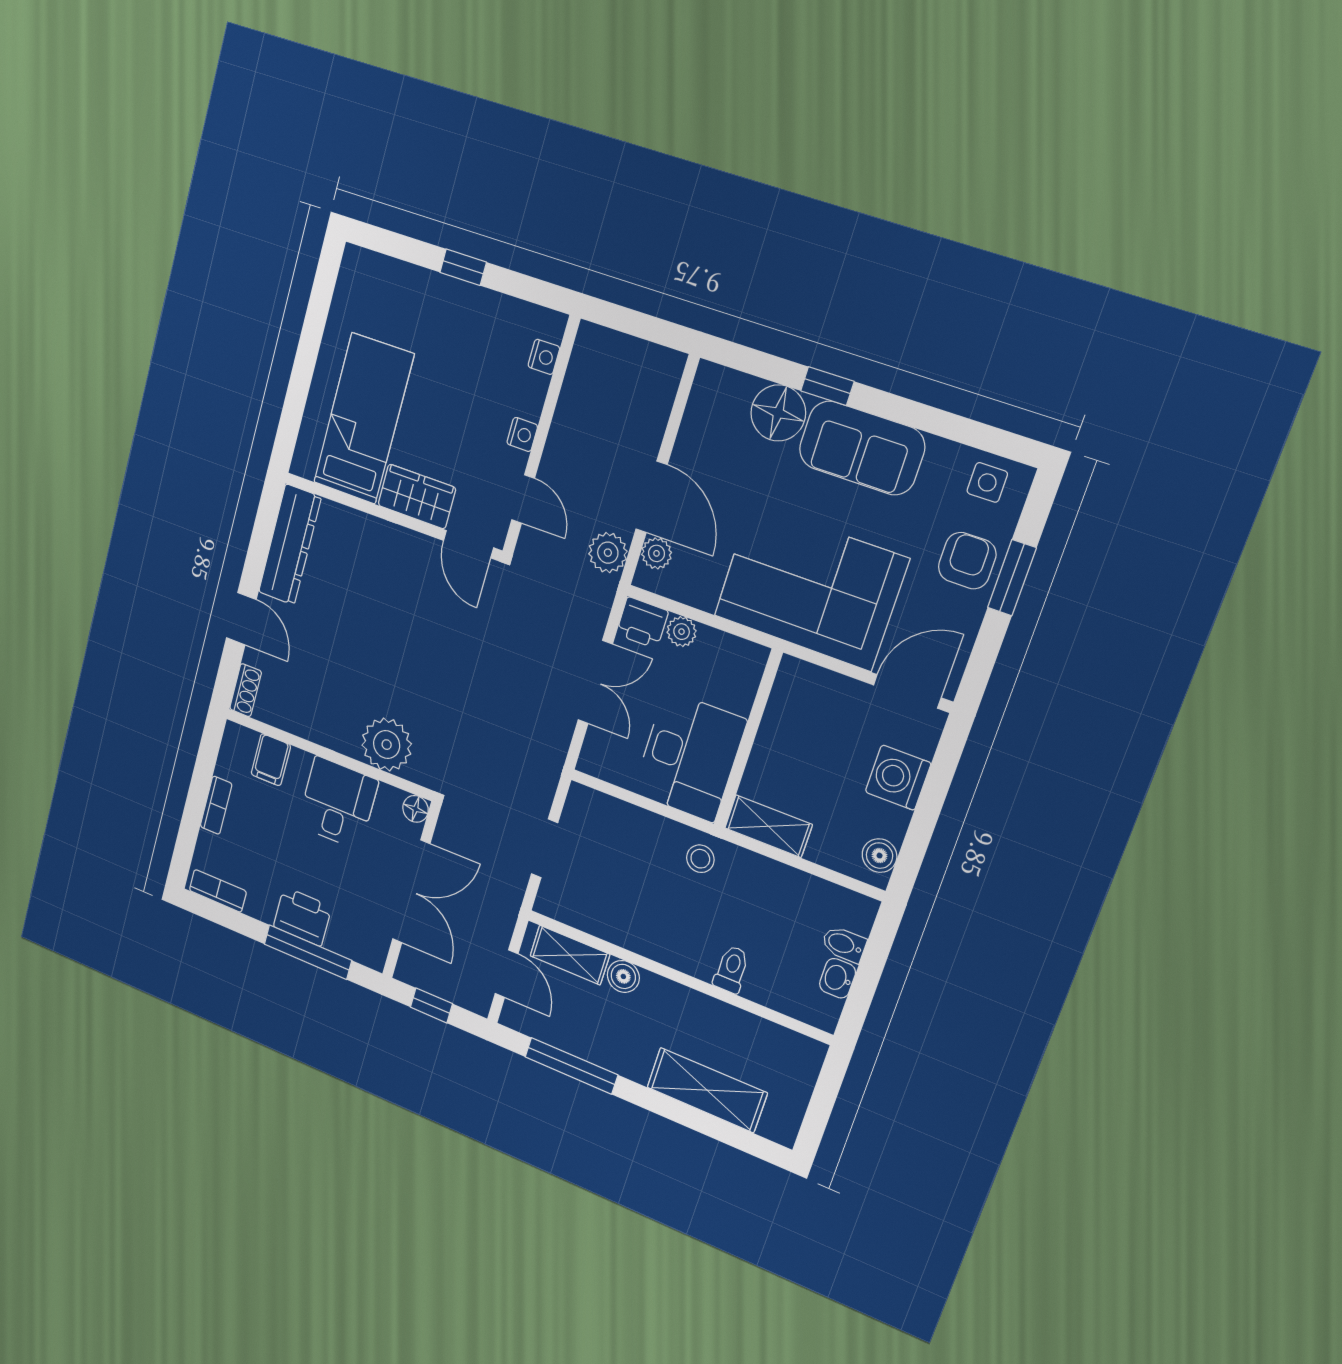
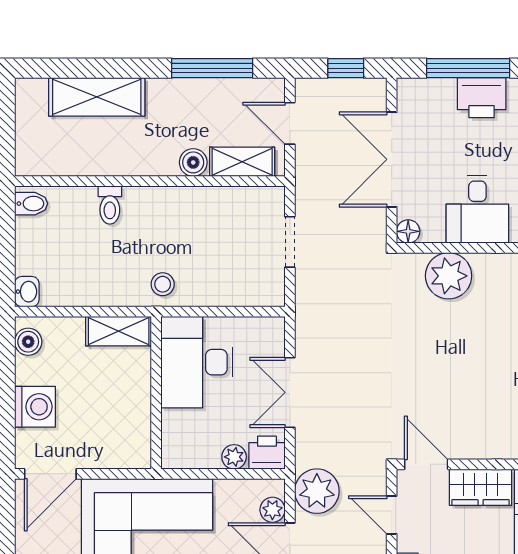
plant: (608, 553) -> (317, 491), width x1.36, depth x1.36
bidet: (844, 944) -> (31, 204), moved
washbasin: (838, 978) -> (27, 292), moved

